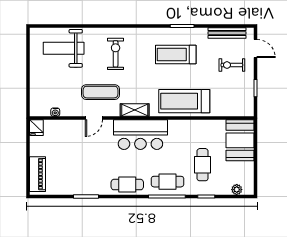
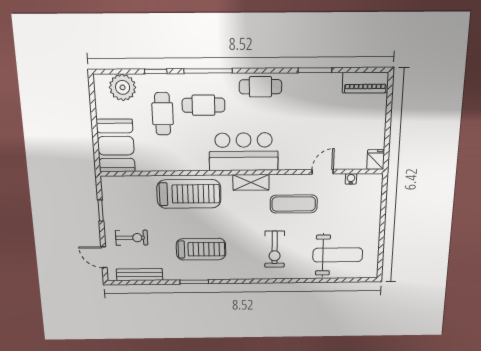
door: (94, 118) -> (323, 172), moved
piano: (38, 174) -> (365, 83), moved, turned -90
cafe table: (167, 182) -> (203, 105), moved
plant: (237, 190) -> (123, 87), width x1.87, depth x1.87

